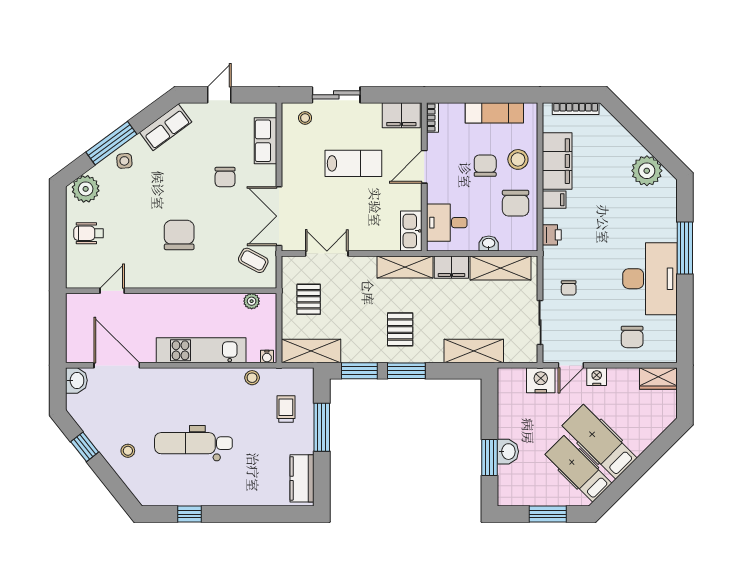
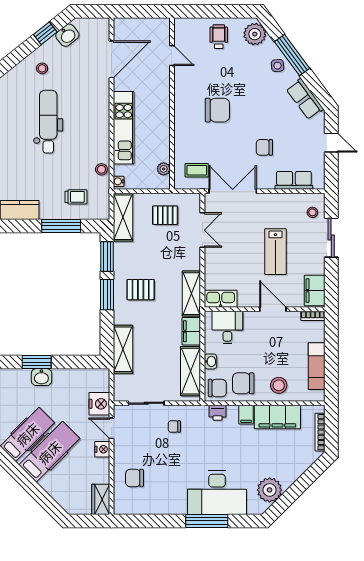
chair: (485, 166) -> (217, 388), moved
coffee table: (253, 260) -> (197, 170), turned 62
desk: (650, 279) -> (217, 493), moved
washbasin: (76, 380) -> (67, 35), moved, turned -38

